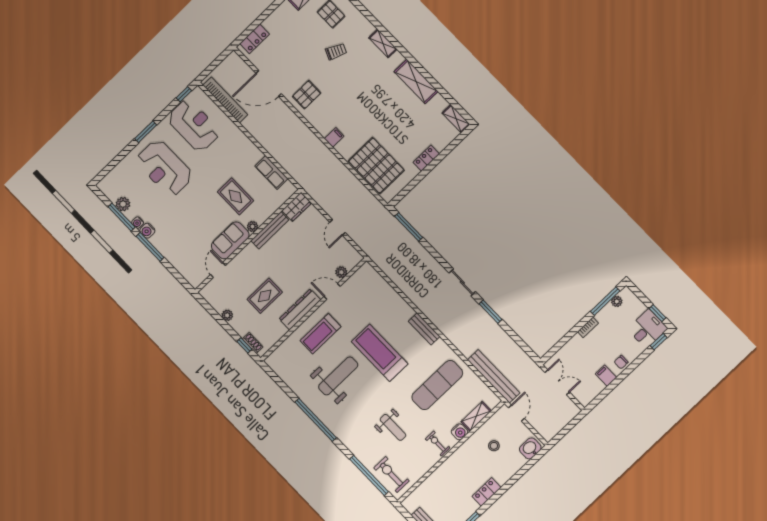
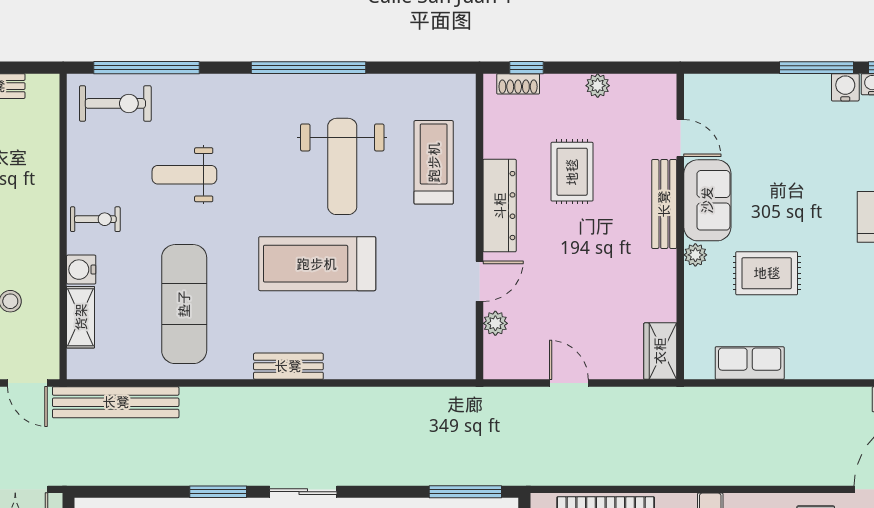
bench: (270, 230) -> (664, 204), moved
treadmill: (320, 334) -> (434, 162), moved
treadmill: (380, 353) -> (317, 264), turned 180

